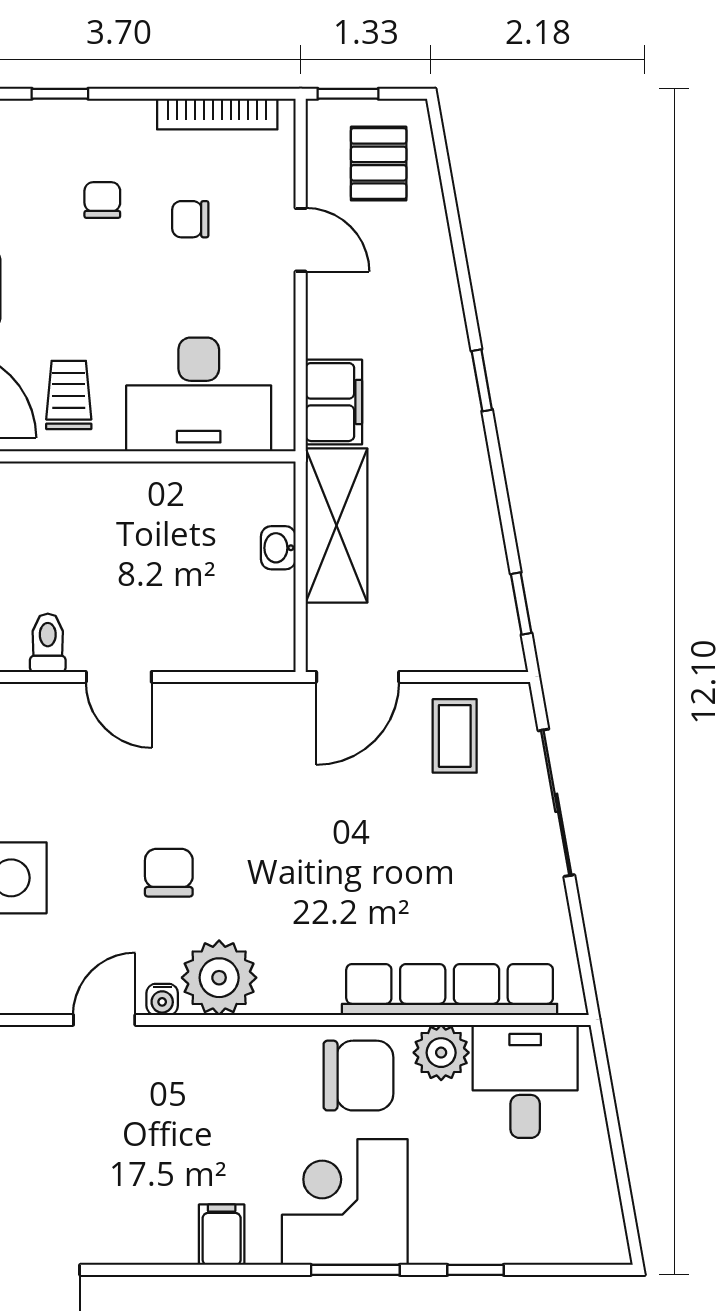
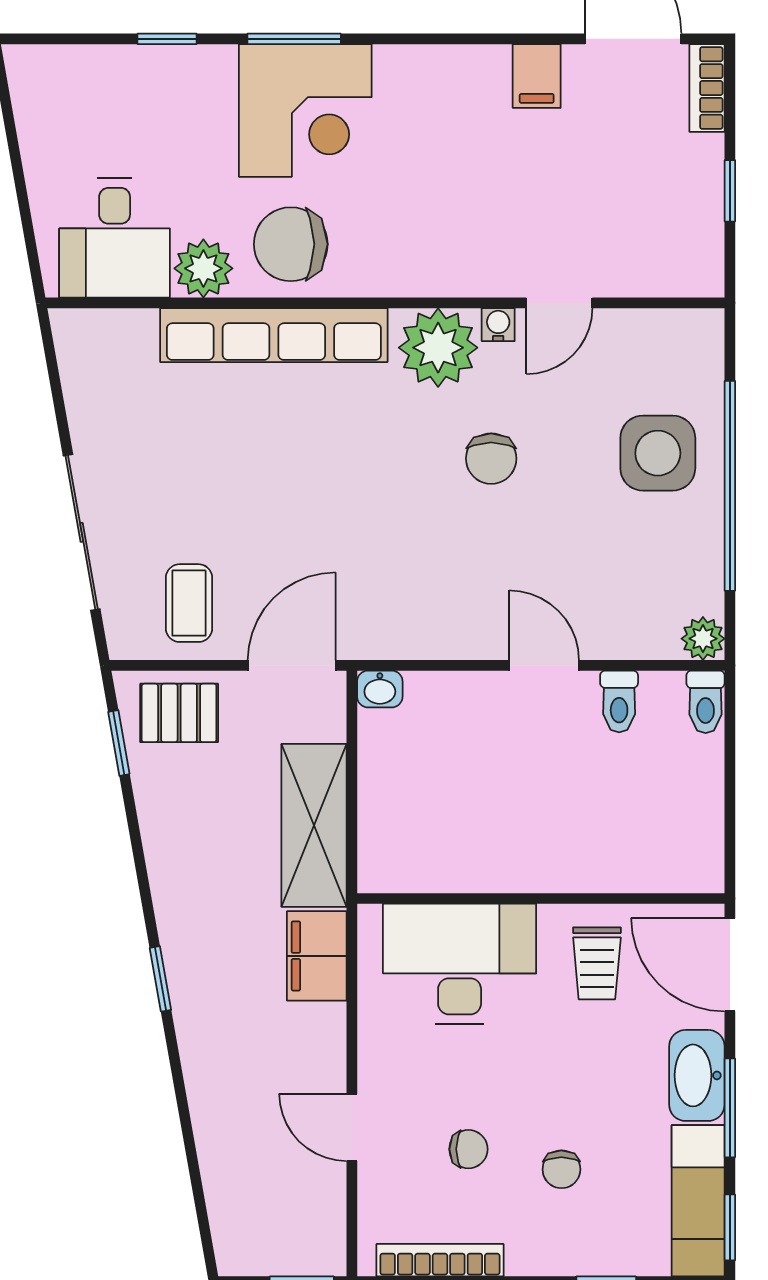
pallet: (379, 164) -> (179, 713), moved, turned 90
washbasin: (278, 548) -> (380, 689), moved, turned 90
row of seats: (450, 990) -> (274, 335), moved
filing cabinet: (222, 1235) -> (537, 76), moved

